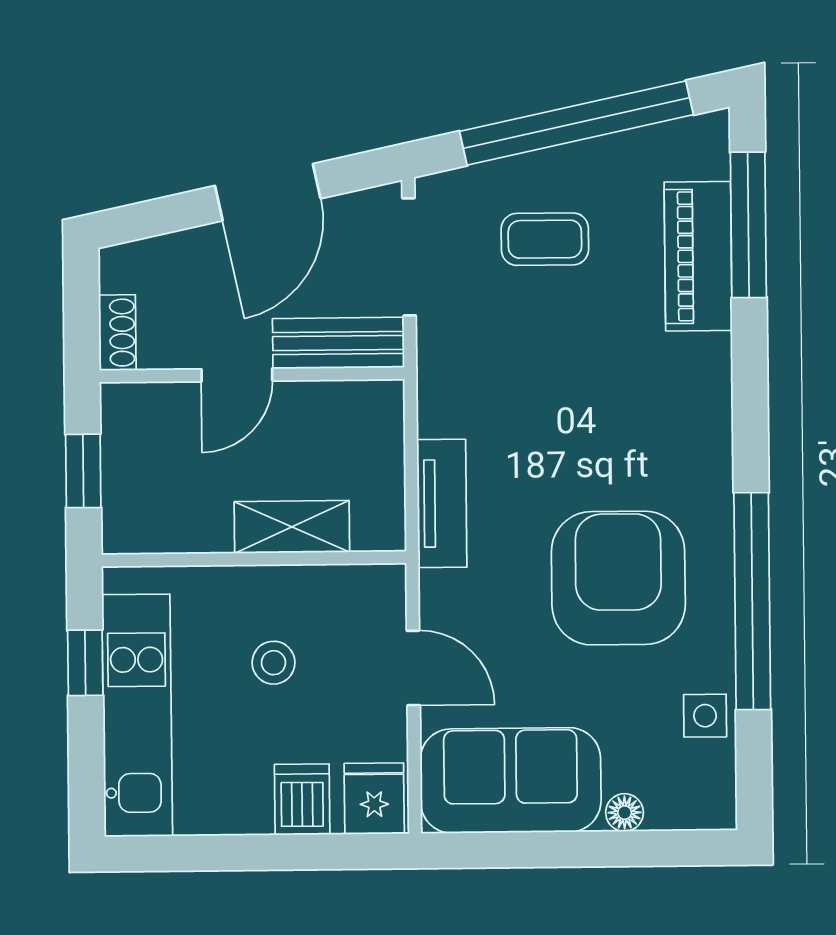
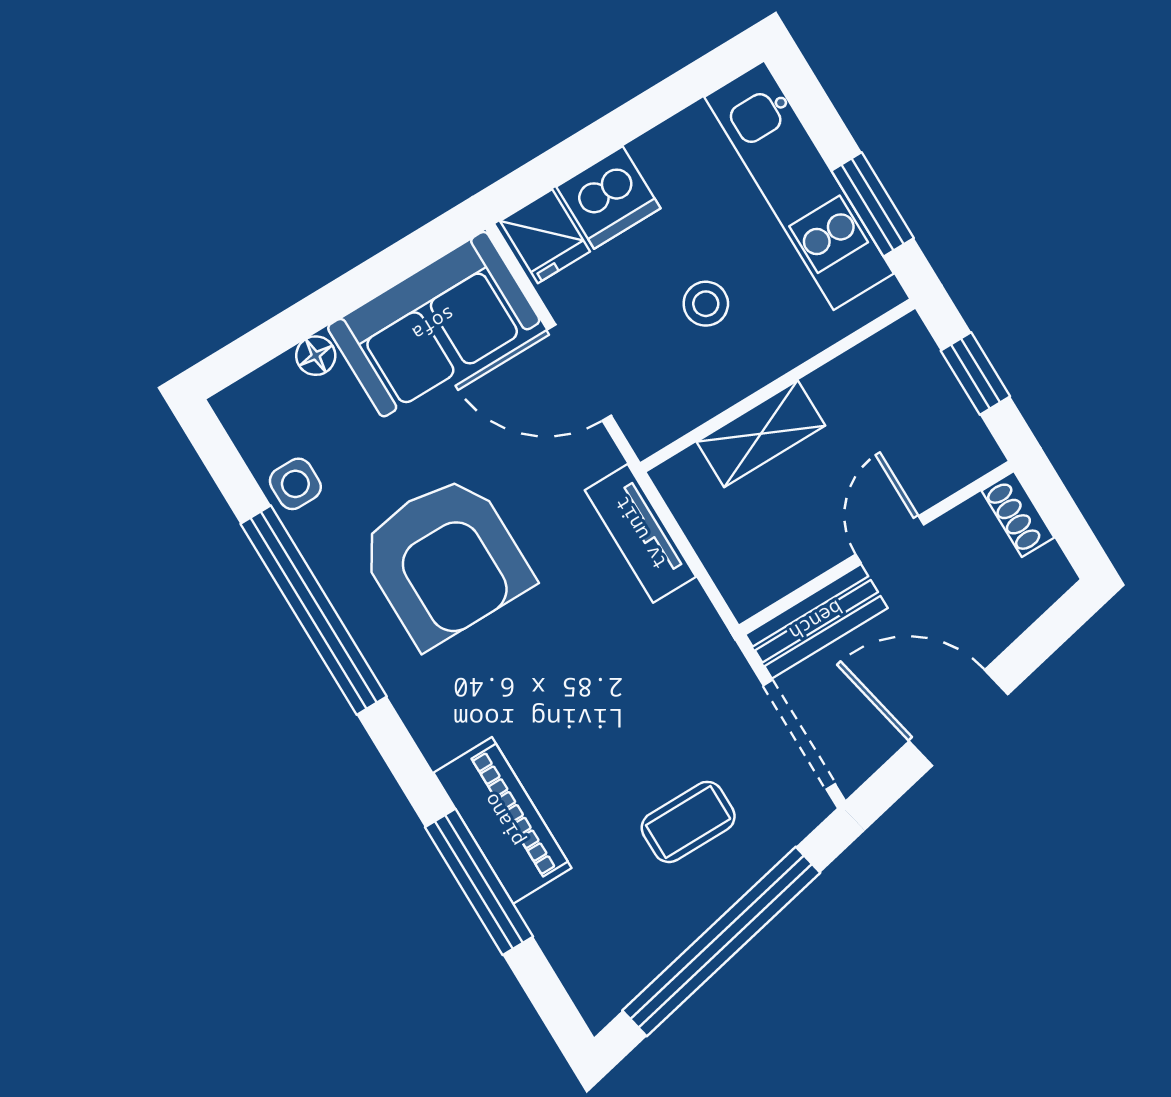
door: (268, 192) -> (958, 718), hinge flipped
window: (748, 225) -> (479, 882), moved
piano: (698, 256) -> (503, 820), moved
window: (85, 663) -> (873, 204), width x1.50
door: (413, 668) -> (579, 373), width x1.38
dishwasher: (302, 799) -> (608, 198), width x1.38

